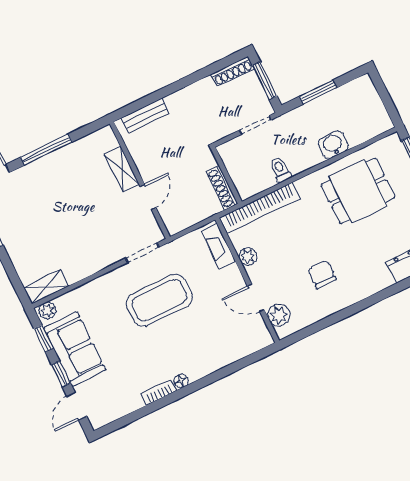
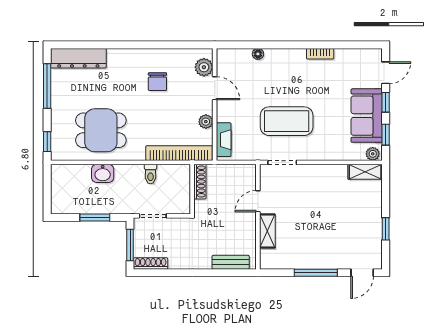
floor lamp: (181, 381) -> (258, 54), moved

